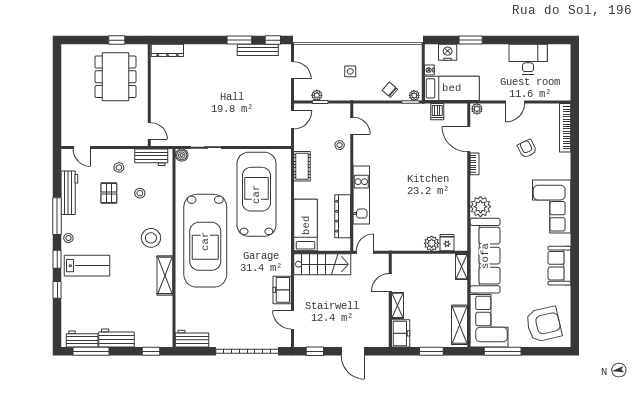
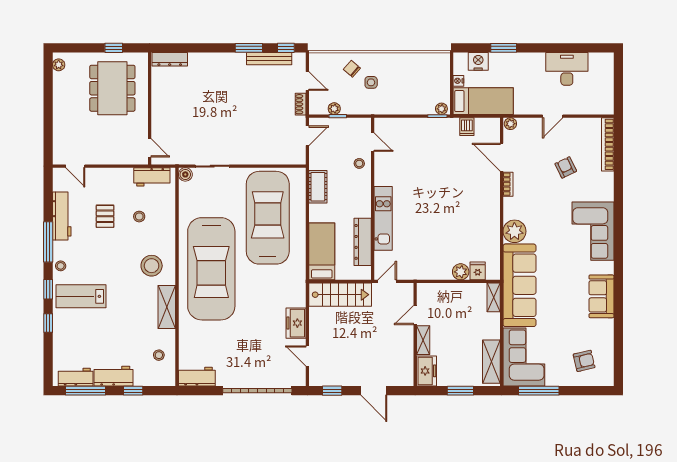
plant: (67, 55) -> (59, 65), added
chair: (390, 90) -> (352, 69), moved
shoe rack: (286, 91) -> (301, 104), added
stool: (119, 167) -> (159, 355), moved
lab bench: (87, 266) -> (81, 296), turned 180
armchair: (544, 324) -> (584, 361), width x0.53, depth x0.53
window: (151, 351) -> (133, 391), moved

